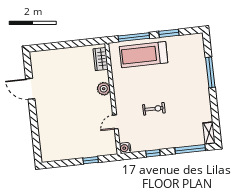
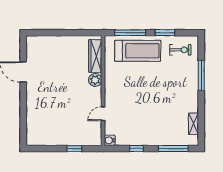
treadmill: (144, 55) -> (138, 51), turned 180
wardrobe: (101, 59) -> (95, 56), width x1.50
exercise bike: (154, 109) -> (180, 50), moved
shelving: (209, 133) -> (193, 124), moved

